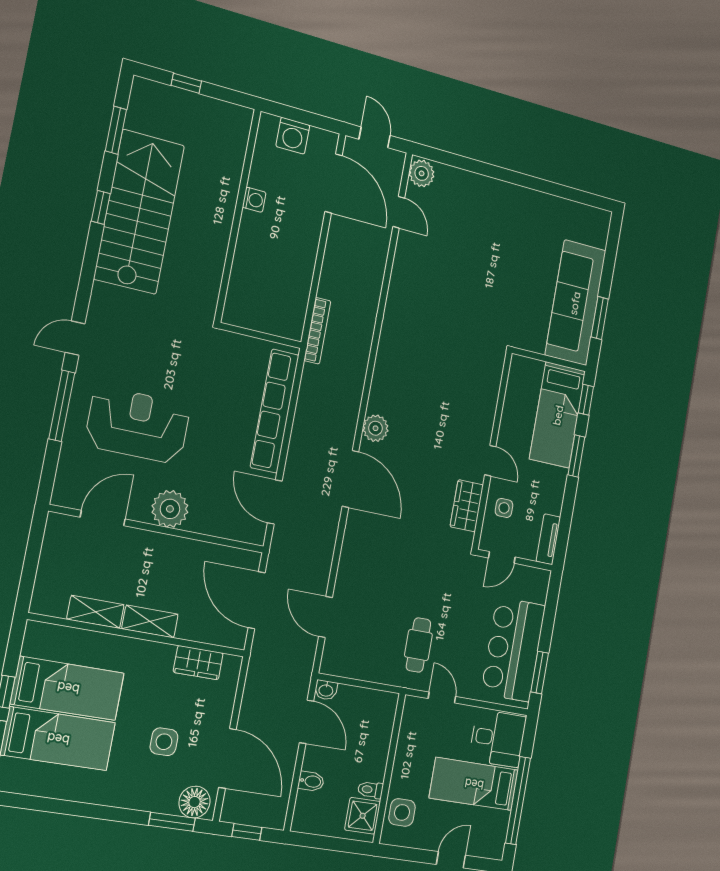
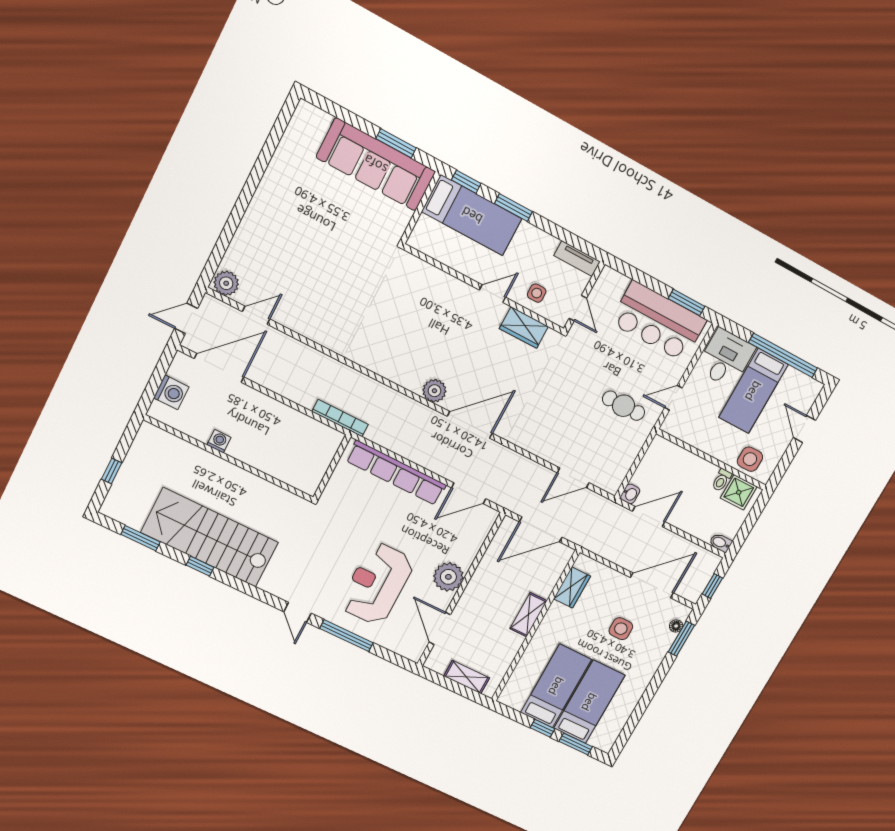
shelving: (95, 612) -> (467, 677), moved, turned 90
bidet: (311, 781) -> (721, 543), moved, turned -90
floor lamp: (195, 802) -> (676, 626), width x0.53, depth x0.53

